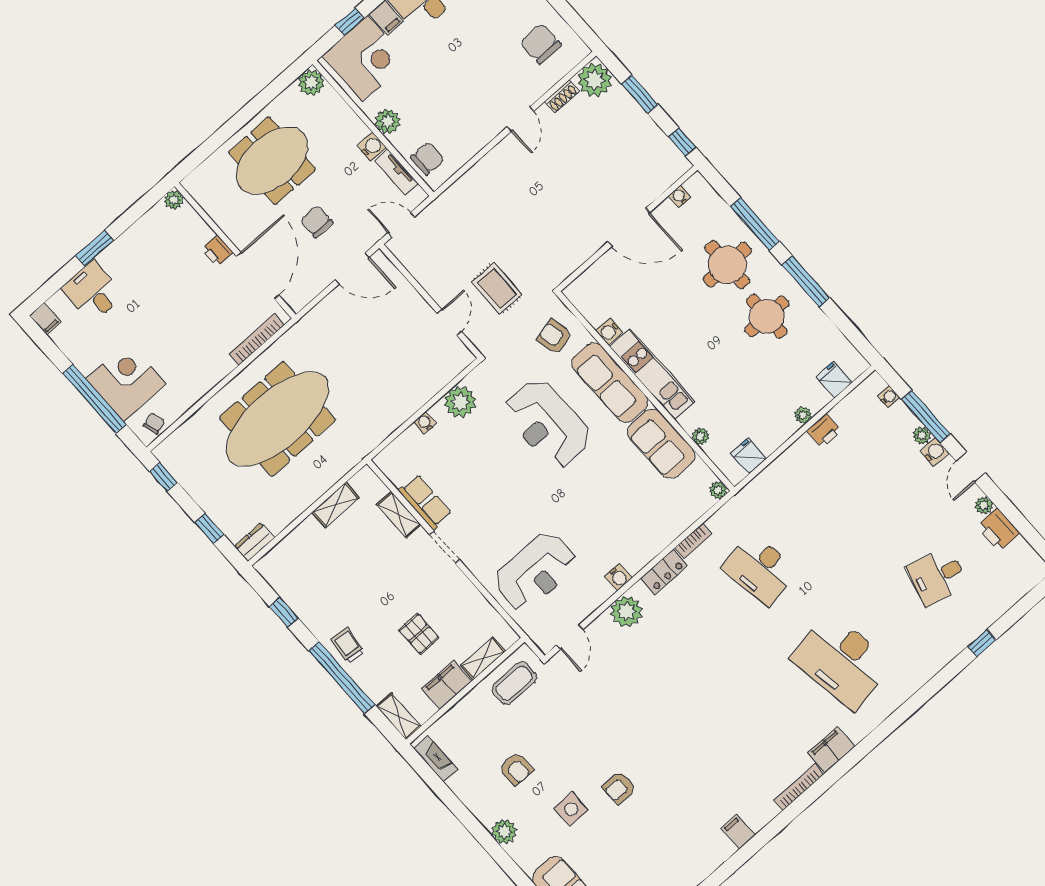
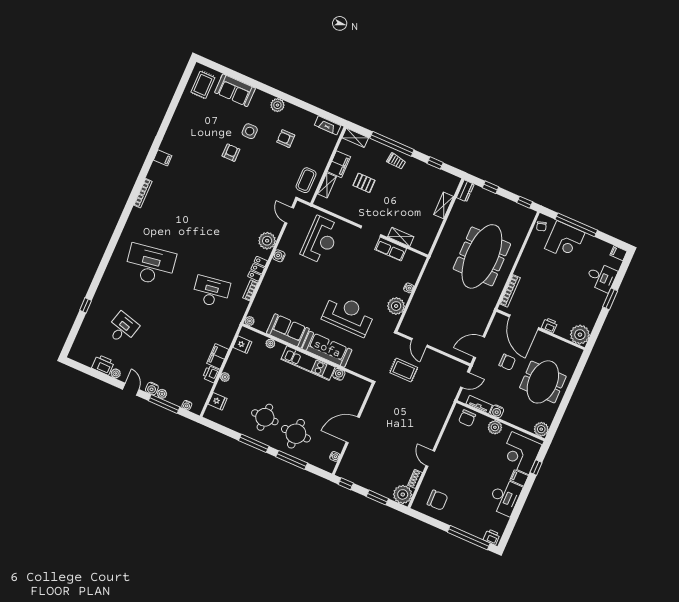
plant: (174, 200) -> (580, 335), width x1.87, depth x1.87
armchair: (554, 337) -> (365, 359), removed
shelving: (336, 505) -> (444, 205), moved
reception desk: (536, 571) -> (321, 240), turned 180
filing cabinet: (831, 750) -> (218, 356), moved, turned 180

